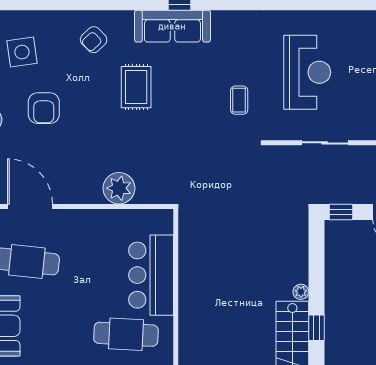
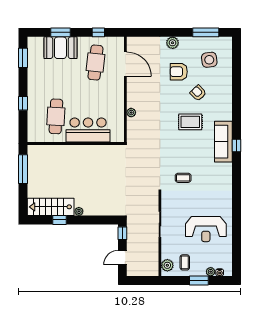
armchair: (94, 40) -> (198, 93), moved
reception desk: (307, 72) -> (206, 229), moved
plant: (119, 188) -> (131, 113), width x0.53, depth x0.53
door: (30, 206) -> (125, 64), hinge flipped

